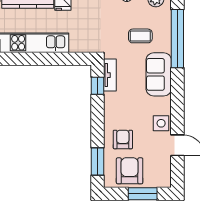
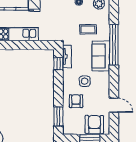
window: (177, 39) -> (114, 45), moved
side table: (161, 123) -> (85, 81), moved
armchair: (130, 171) -> (94, 124), moved

